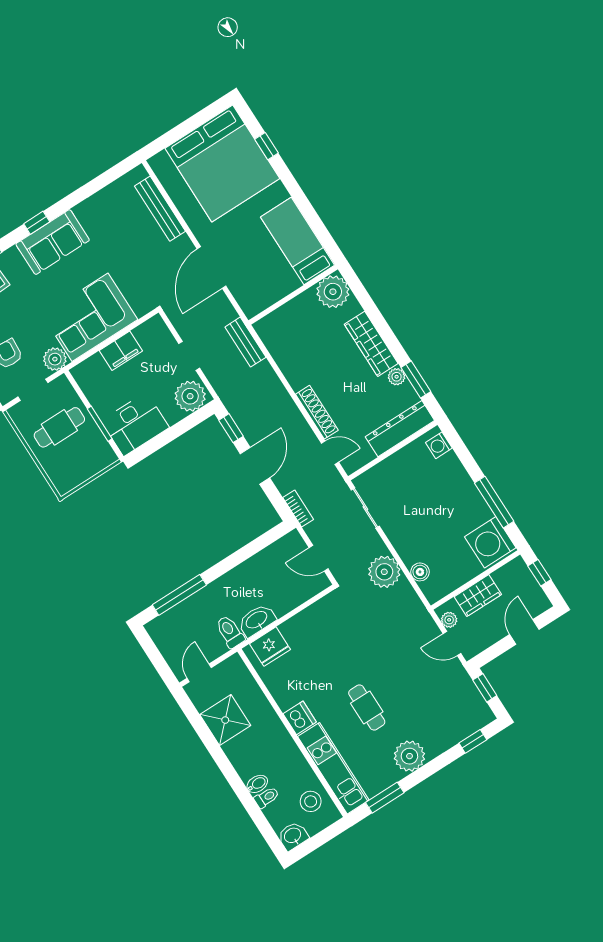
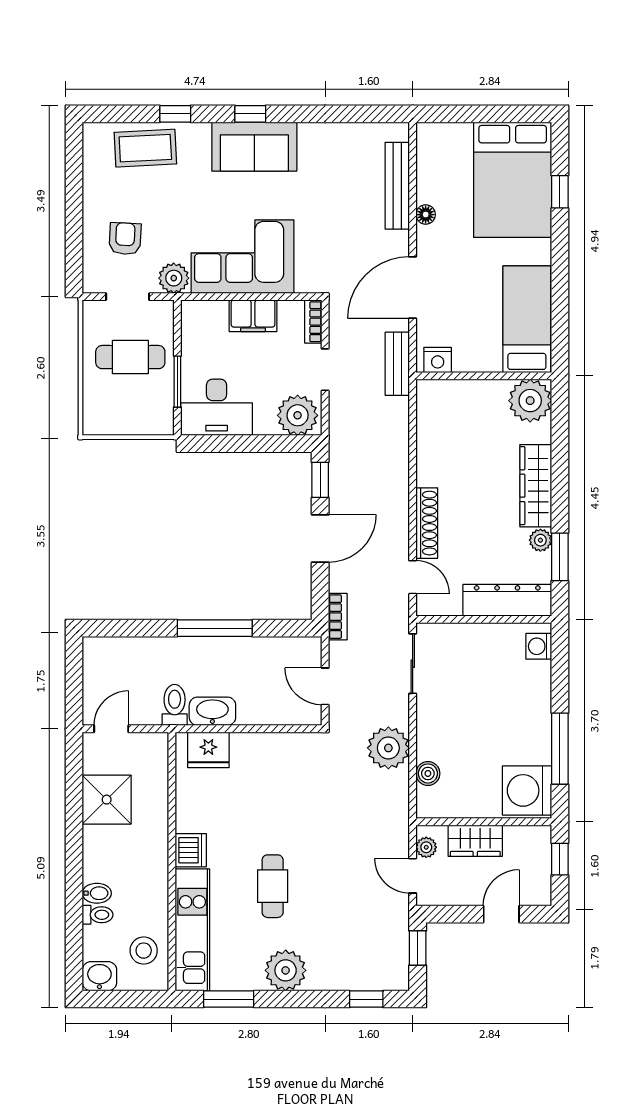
bed: (222, 163) -> (513, 180), width x0.73
floor lamp: (190, 215) -> (426, 215), added
nightstand: (257, 304) -> (438, 360), added
bookcase: (162, 330) -> (313, 322), added
bench: (245, 342) -> (397, 364), moved
window: (179, 595) -> (215, 628), moved

